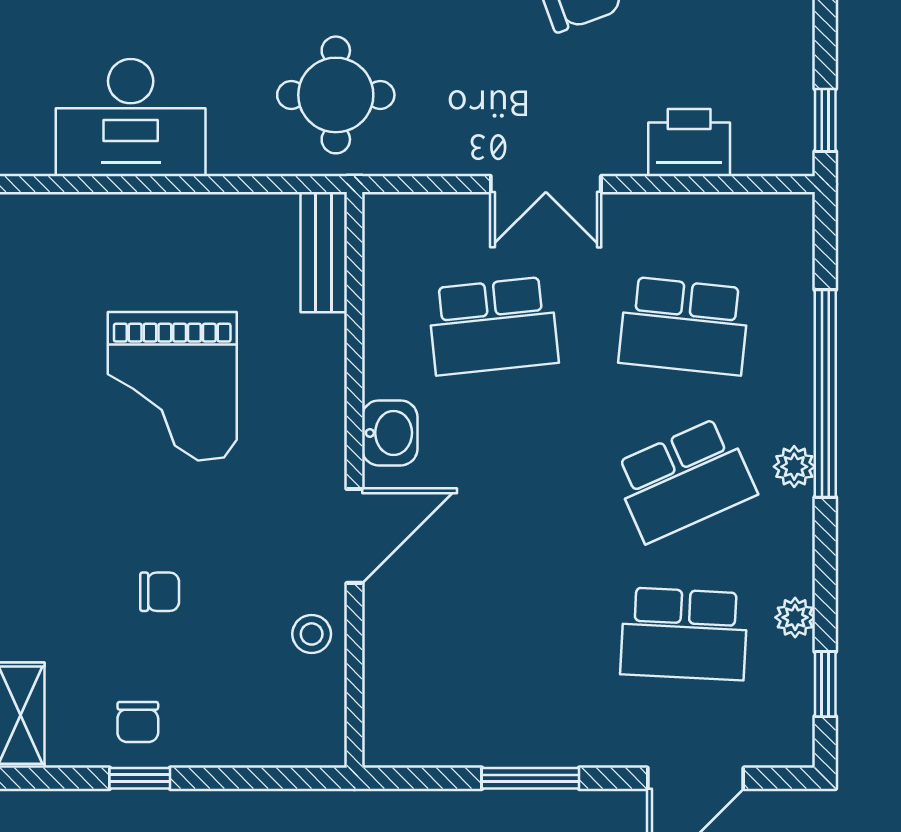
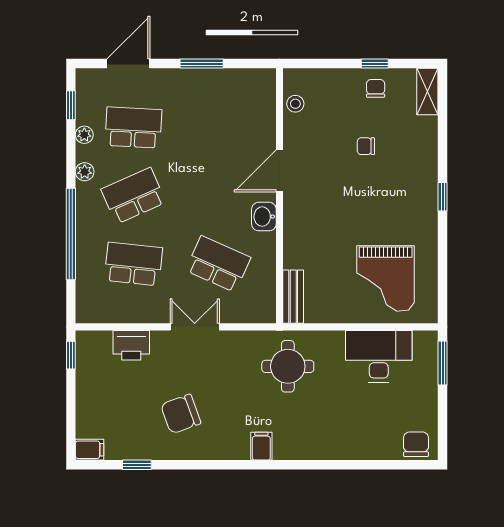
school desk: (493, 326) -> (218, 264), turned 30
grand piano: (172, 386) -> (386, 279), moved, turned 180
plant: (794, 467) -> (85, 172), moved
stool: (312, 634) -> (295, 104), moved

